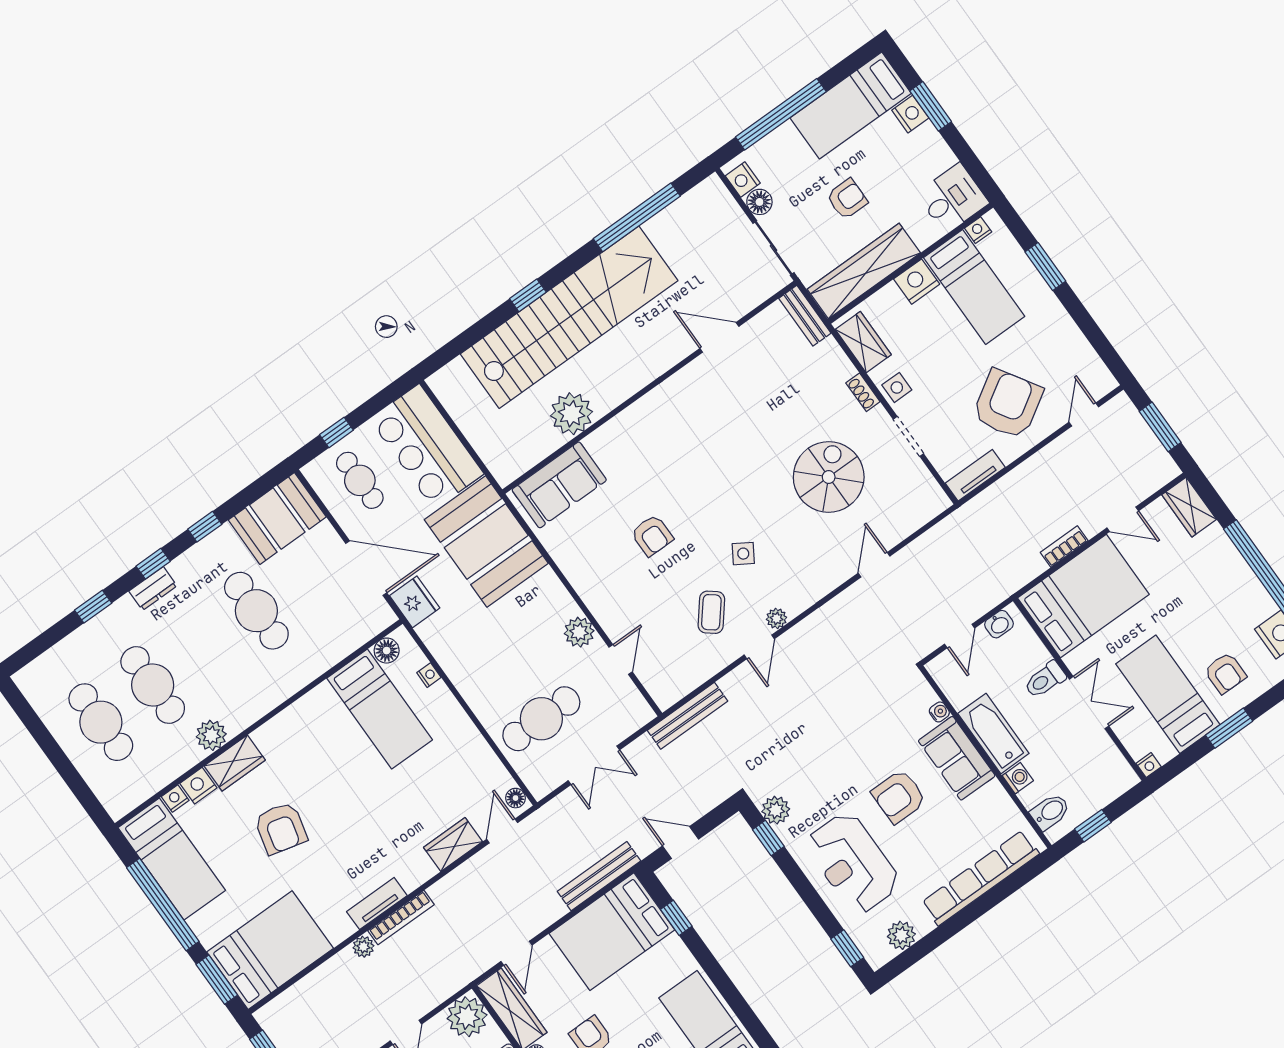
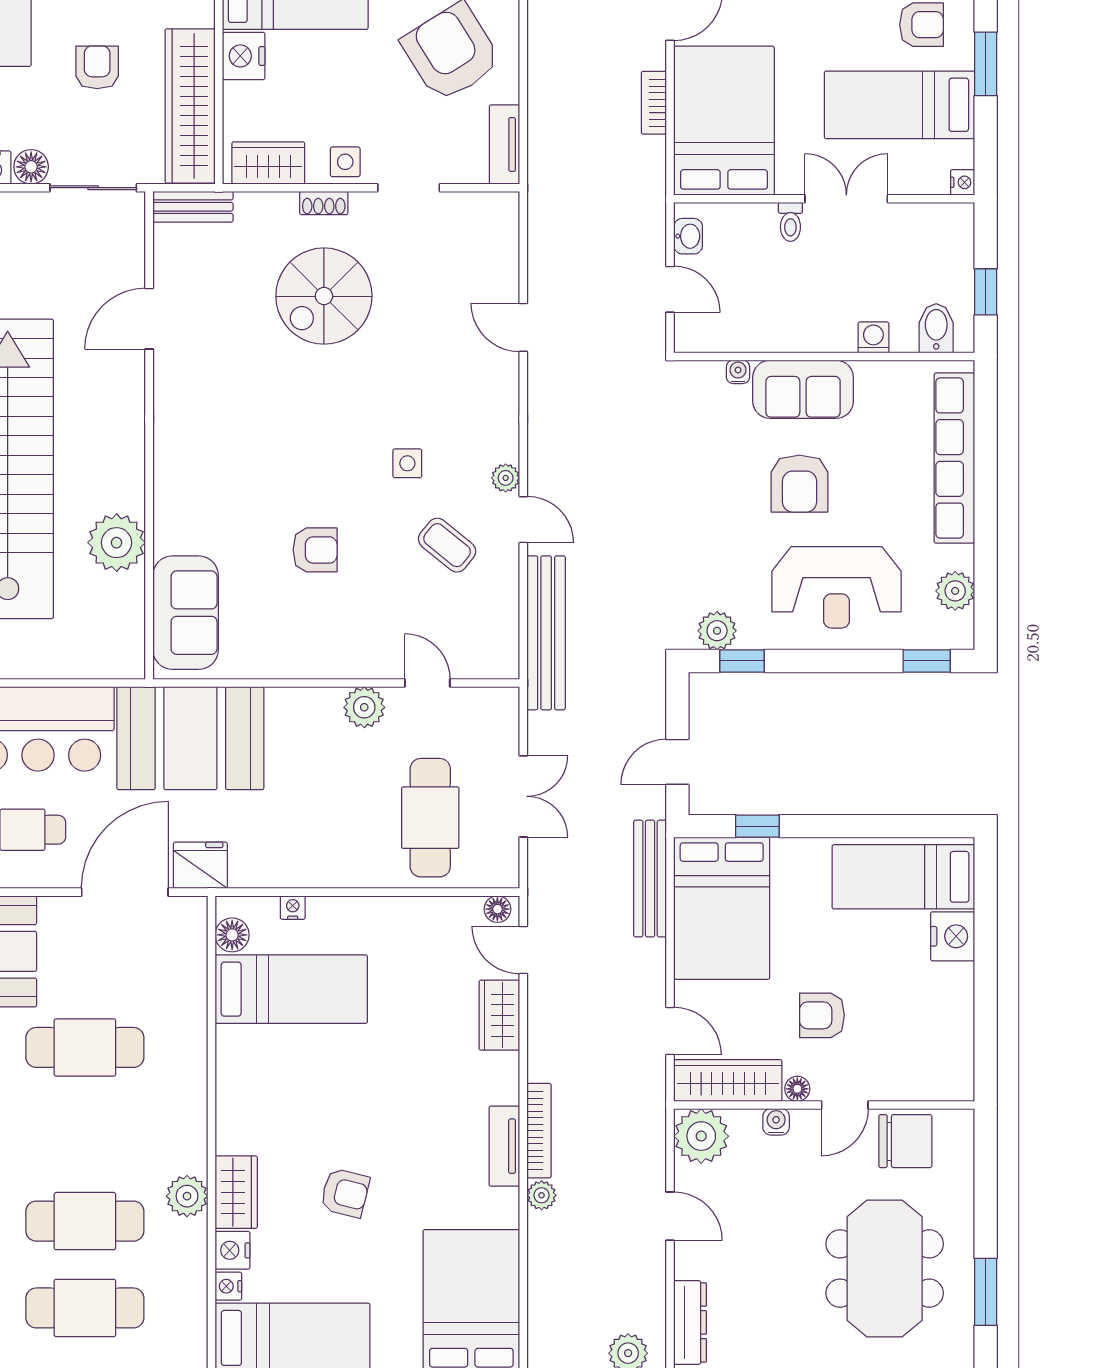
spiral stairs: (829, 477) -> (324, 296), moved, turned -90
side table: (743, 554) -> (407, 463), turned -32
toilet: (1045, 680) -> (790, 222), width x0.73, depth x0.72
bench: (688, 716) -> (546, 633), width x1.37, depth x1.21
bathtub: (993, 733) -> (805, 329), removed
armchair: (281, 828) -> (345, 1193), width x0.72, depth x0.72

